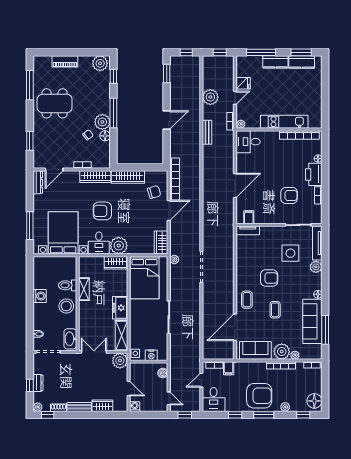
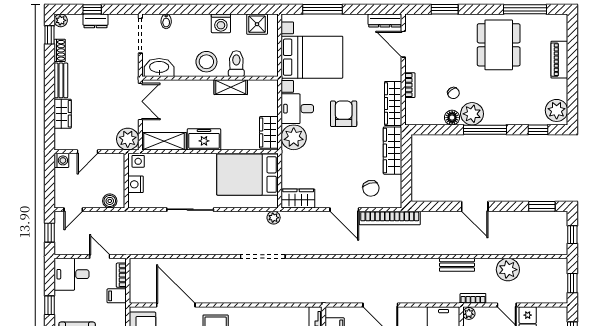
shower: (40, 271) -> (257, 24), added

